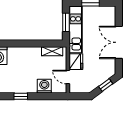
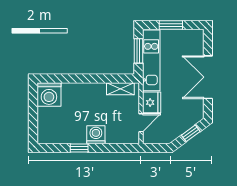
door: (68, 77) -> (141, 123), swing flipped
washing machine: (44, 86) -> (96, 135), moved

